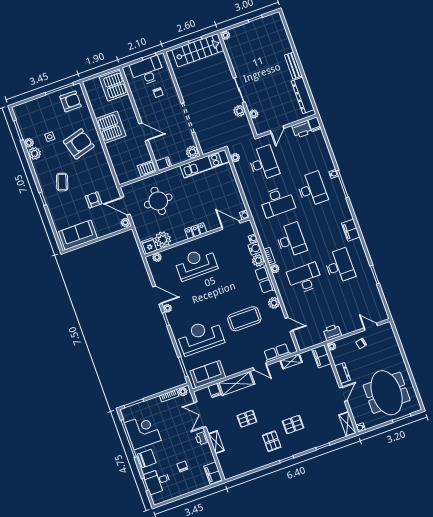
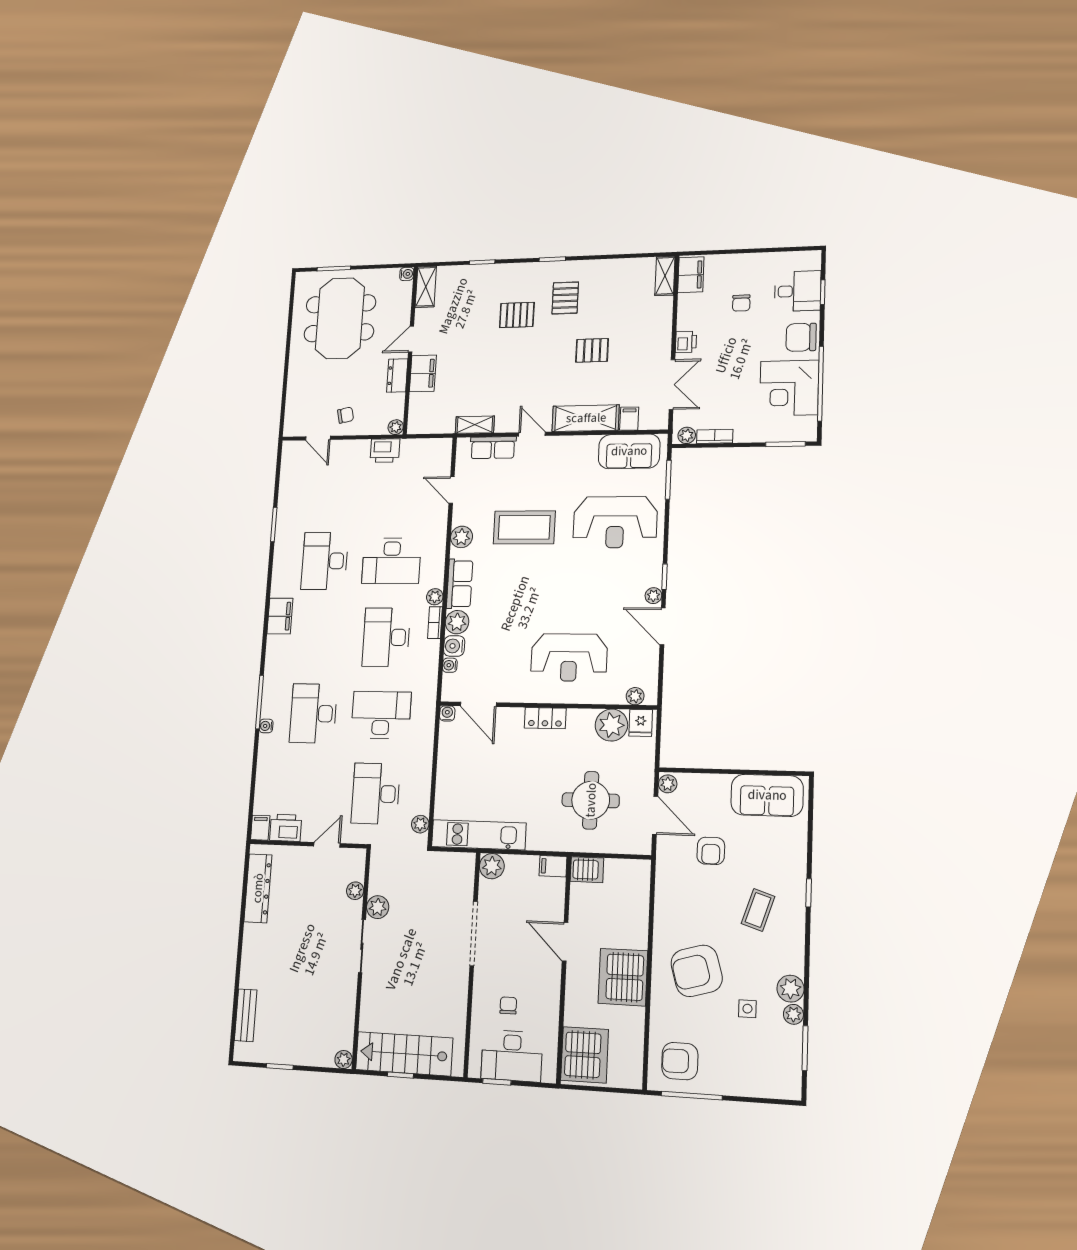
bench: (293, 65) -> (246, 1015), moved
filing cabinet: (321, 356) -> (423, 373), moved
shelving: (216, 442) -> (665, 276), moved

